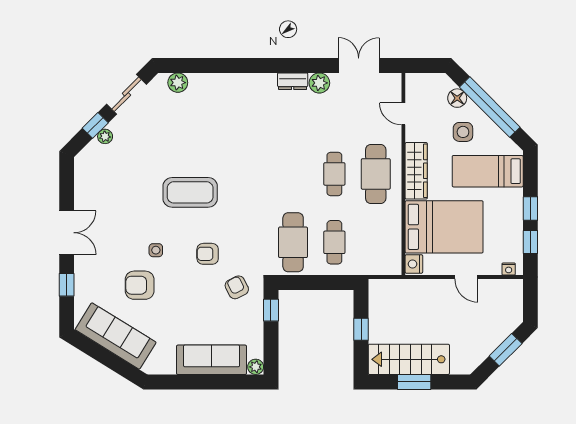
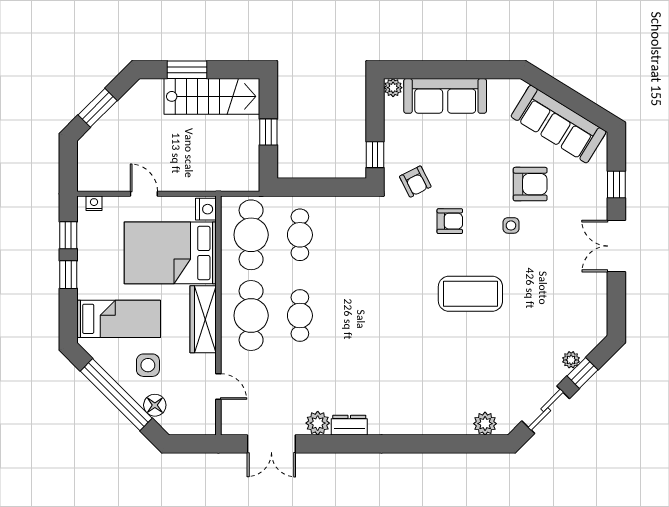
cafe table: (293, 242) -> (251, 235), moved
window: (414, 382) -> (187, 70), moved

